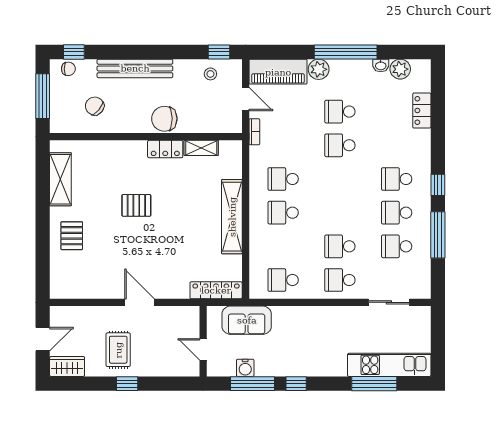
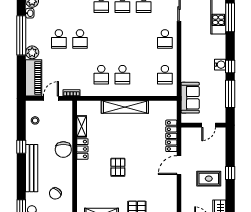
window: (219, 52) -> (21, 147), moved
school desk: (340, 246) -> (144, 39), removed
locker: (216, 290) -> (171, 136), moved
water cooler: (245, 368) -> (220, 65), moved

